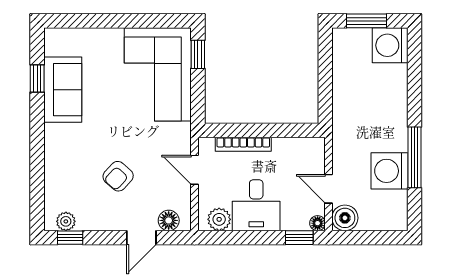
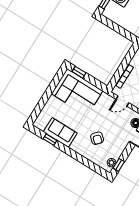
armchair: (118, 176) -> (97, 138), moved

